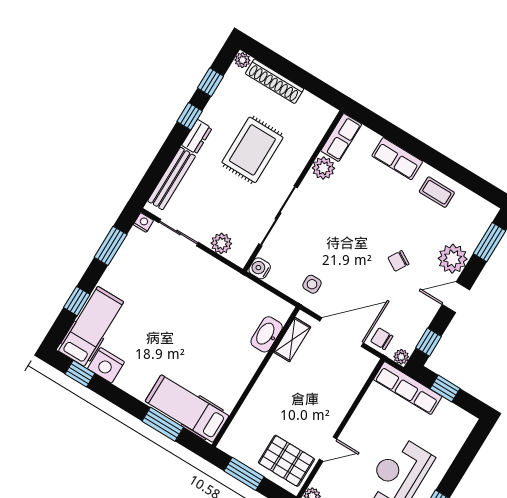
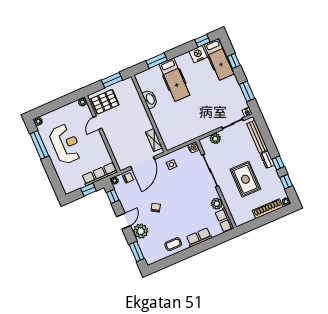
washbasin: (267, 334) -> (150, 99), moved
hospital bed: (187, 409) -> (174, 80), moved, turned 90

